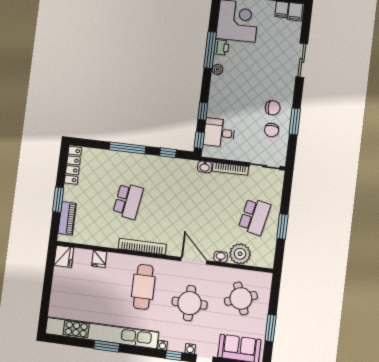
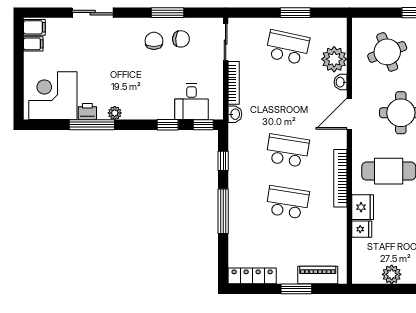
school desk: (170, 206) -> (287, 151), added
fridge: (64, 256) -> (363, 207), moved, turned 90
plant: (60, 278) -> (392, 274), added

